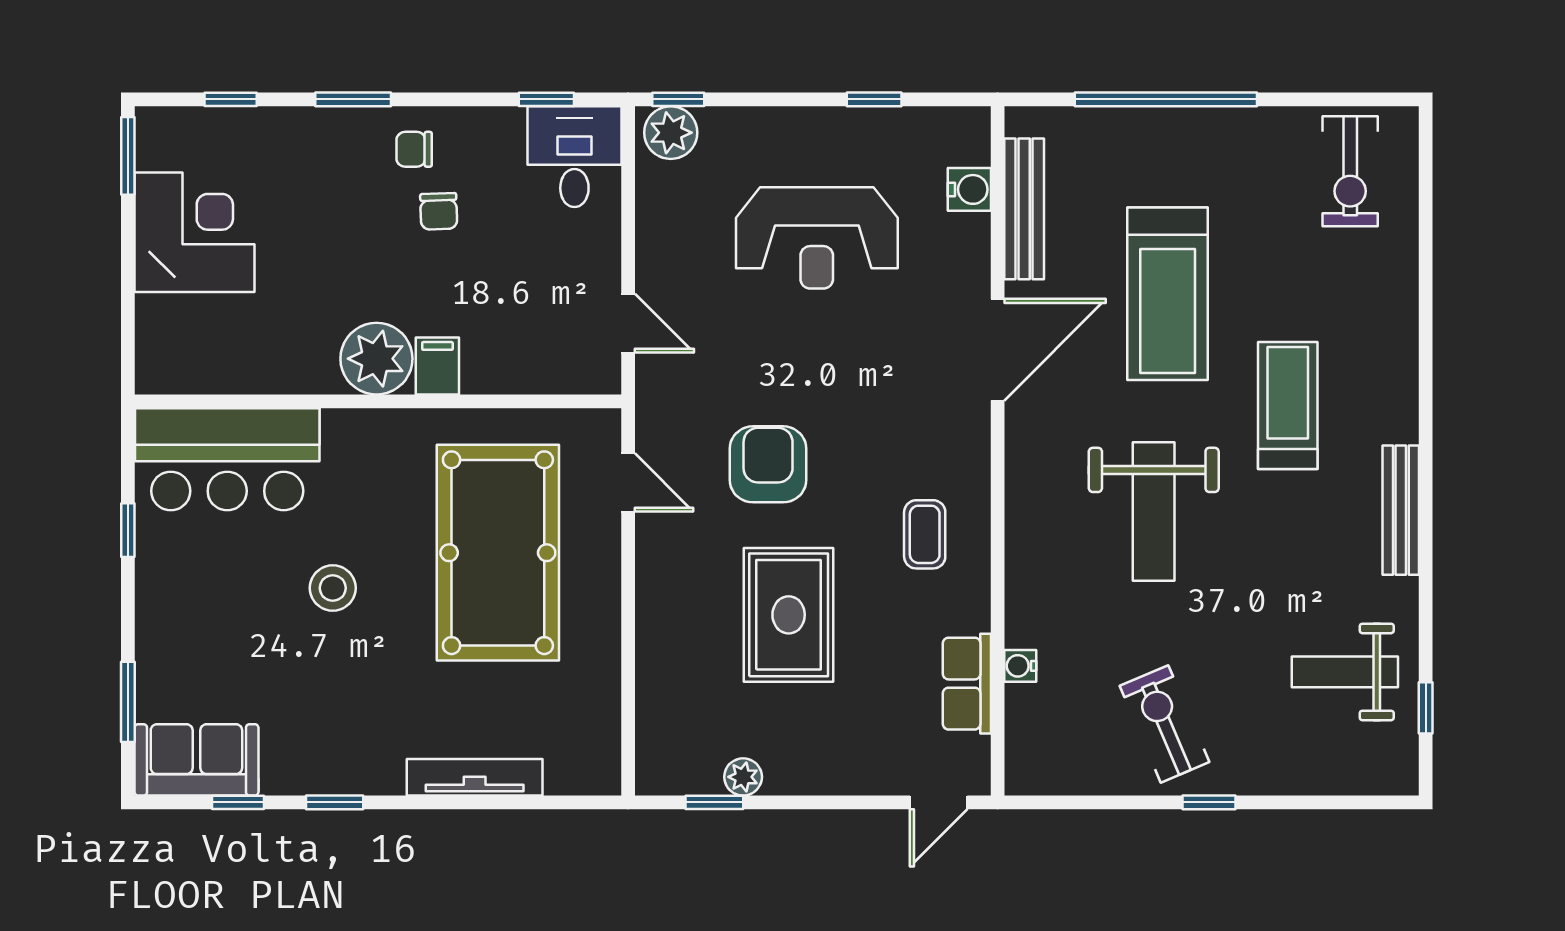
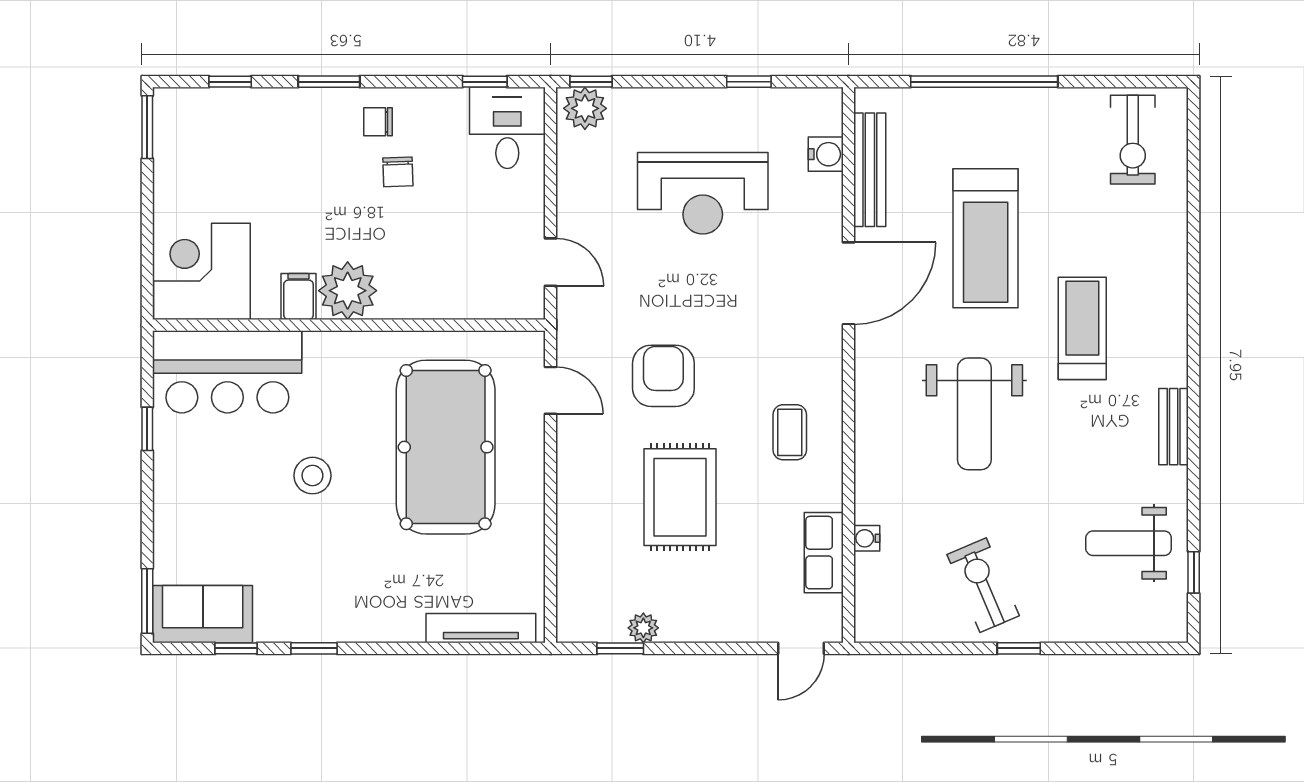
corner desk: (194, 232) -> (202, 271), moved, turned -90
filing cabinet: (437, 366) -> (299, 297), moved
bench: (1401, 510) -> (1174, 427), width x0.73
window: (128, 702) -> (147, 601), moved
tv unit: (475, 777) -> (481, 628), moved

